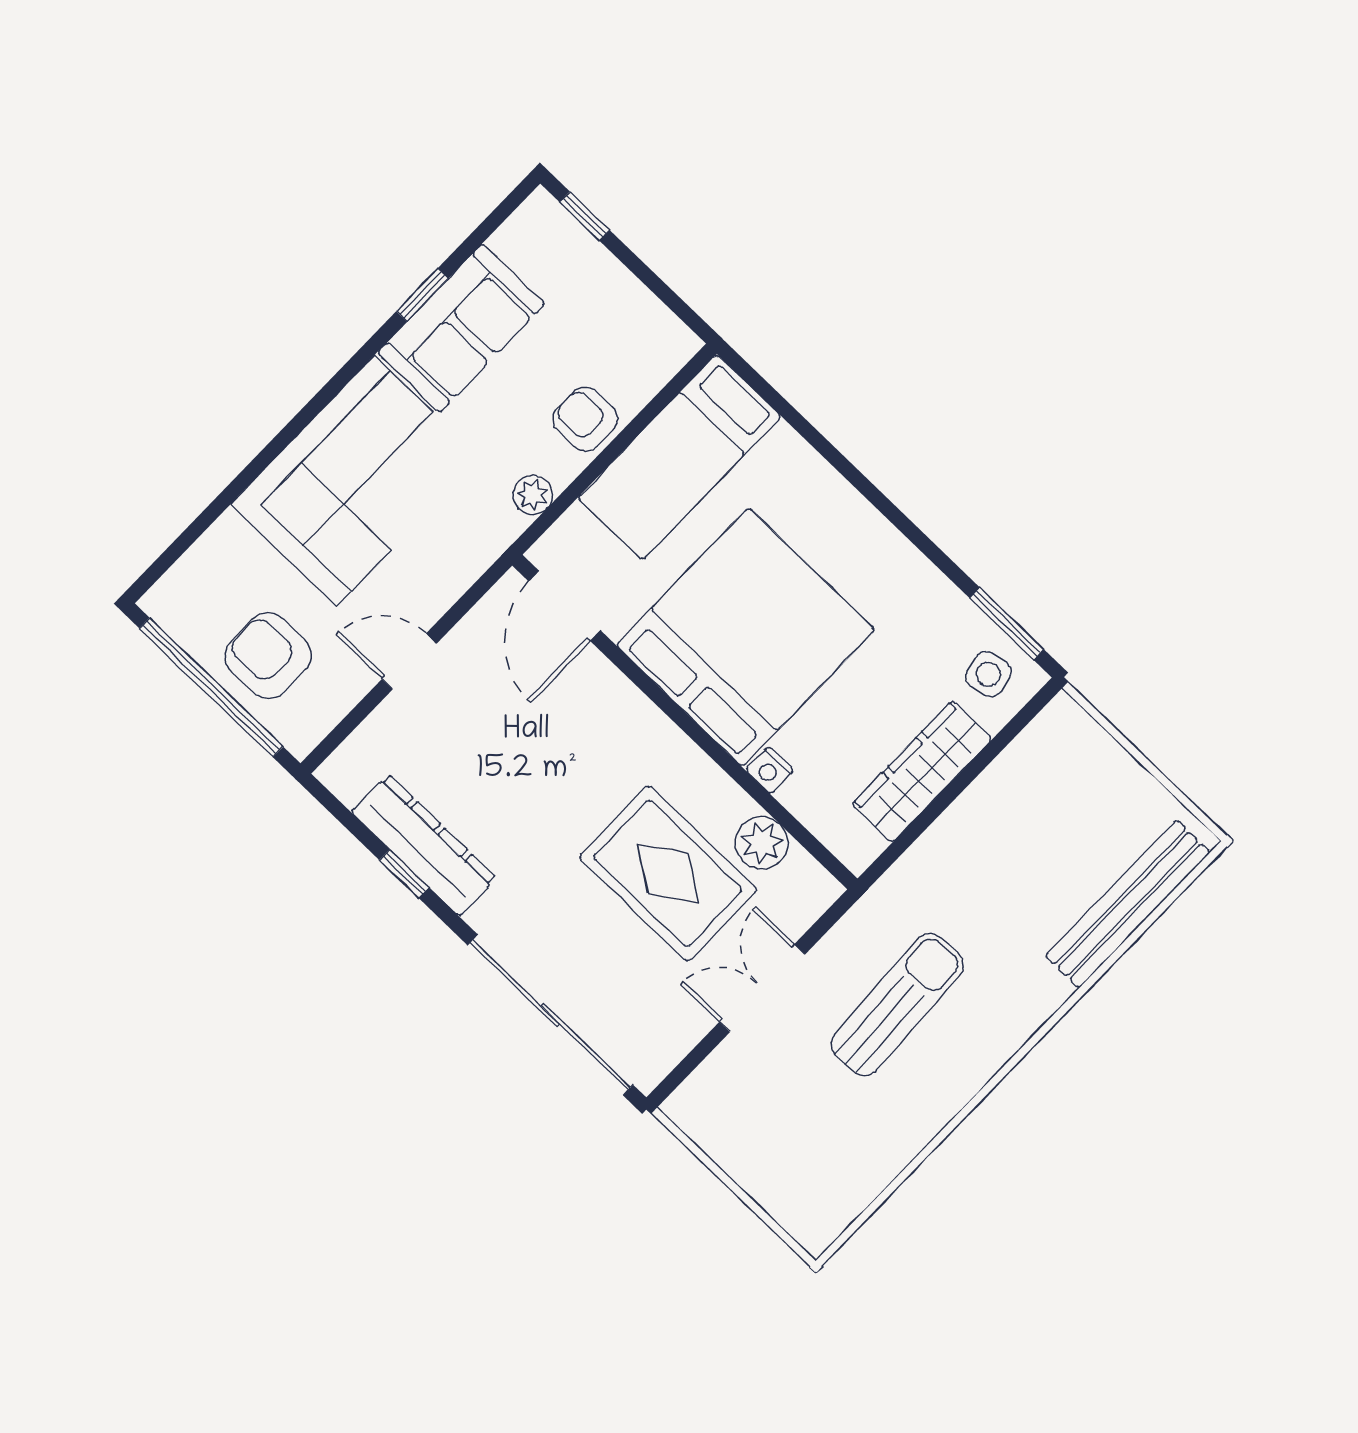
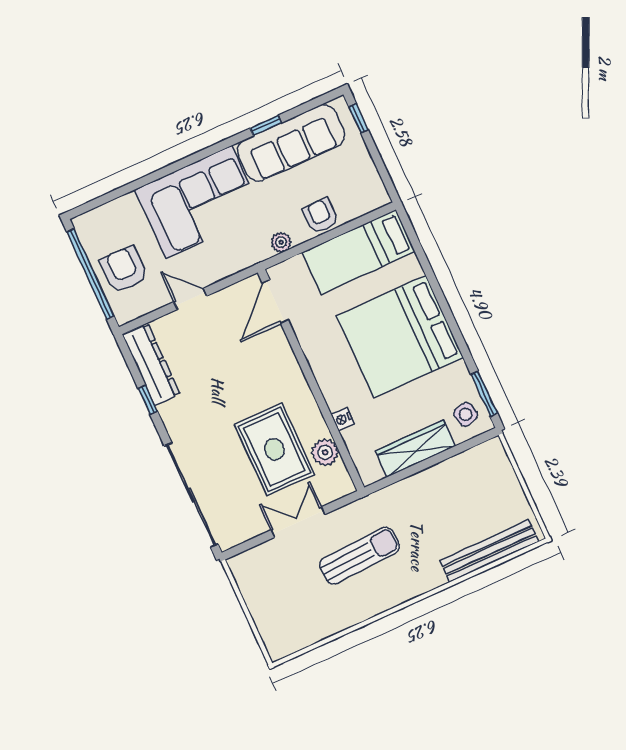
sofa: (461, 328) -> (291, 143), width x1.36
bed: (745, 637) -> (400, 337), moved, turned 180
dresser: (424, 845) -> (151, 365), moved

